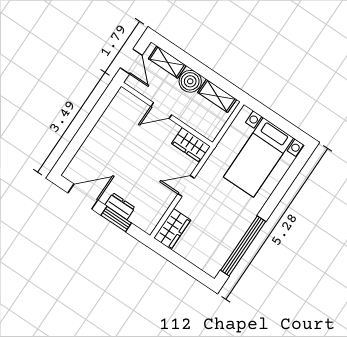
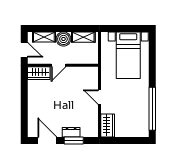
wardrobe: (191, 145) -> (39, 73), moved
door: (186, 186) -> (99, 97), hinge flipped
door: (83, 197) -> (47, 141), hinge flipped

